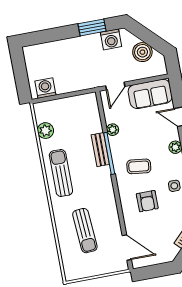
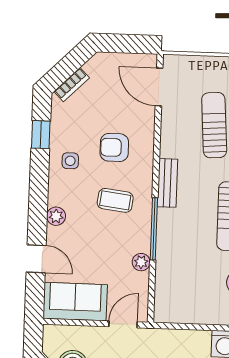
bench: (100, 150) -> (167, 183), moved
armchair: (147, 201) -> (114, 147), turned -90

